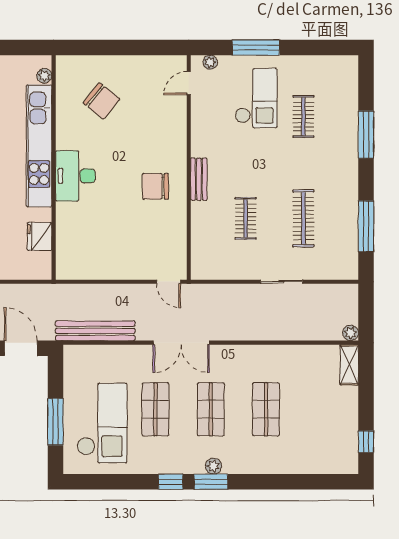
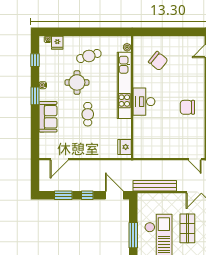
fridge: (40, 237) -> (125, 147), moved

